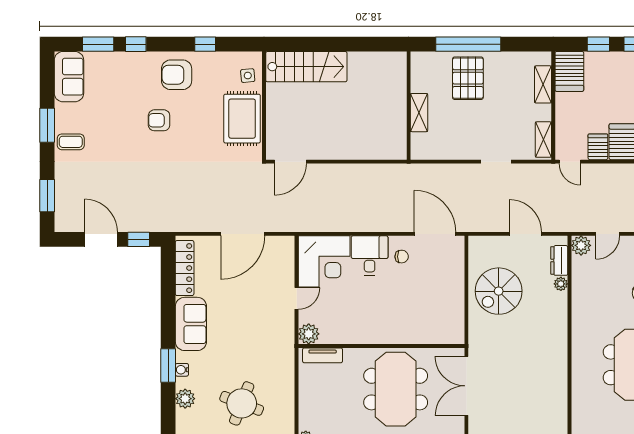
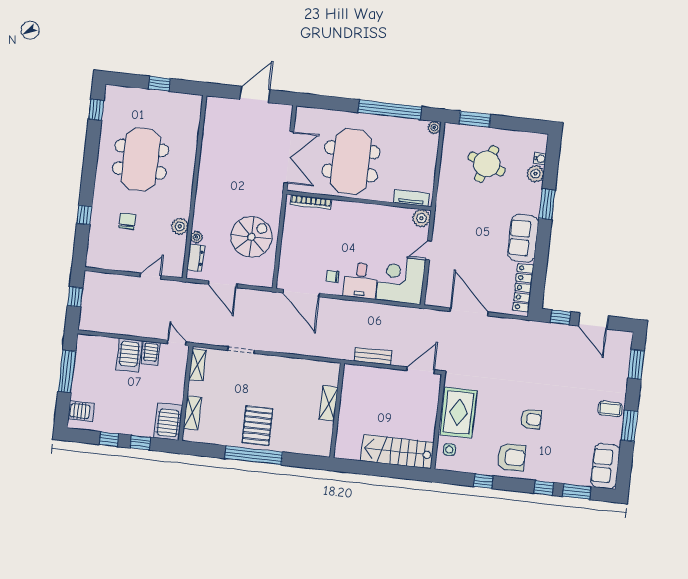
wall: (409, 106) -> (337, 410), moved
shelving: (419, 113) -> (329, 403), moved
bench: (346, 171) -> (373, 356), added
door: (243, 234) -> (469, 312), hinge flipped
plant: (581, 245) -> (180, 226), moved
bookcase: (436, 338) -> (311, 202), added
water cooler: (182, 370) -> (540, 159), moved

